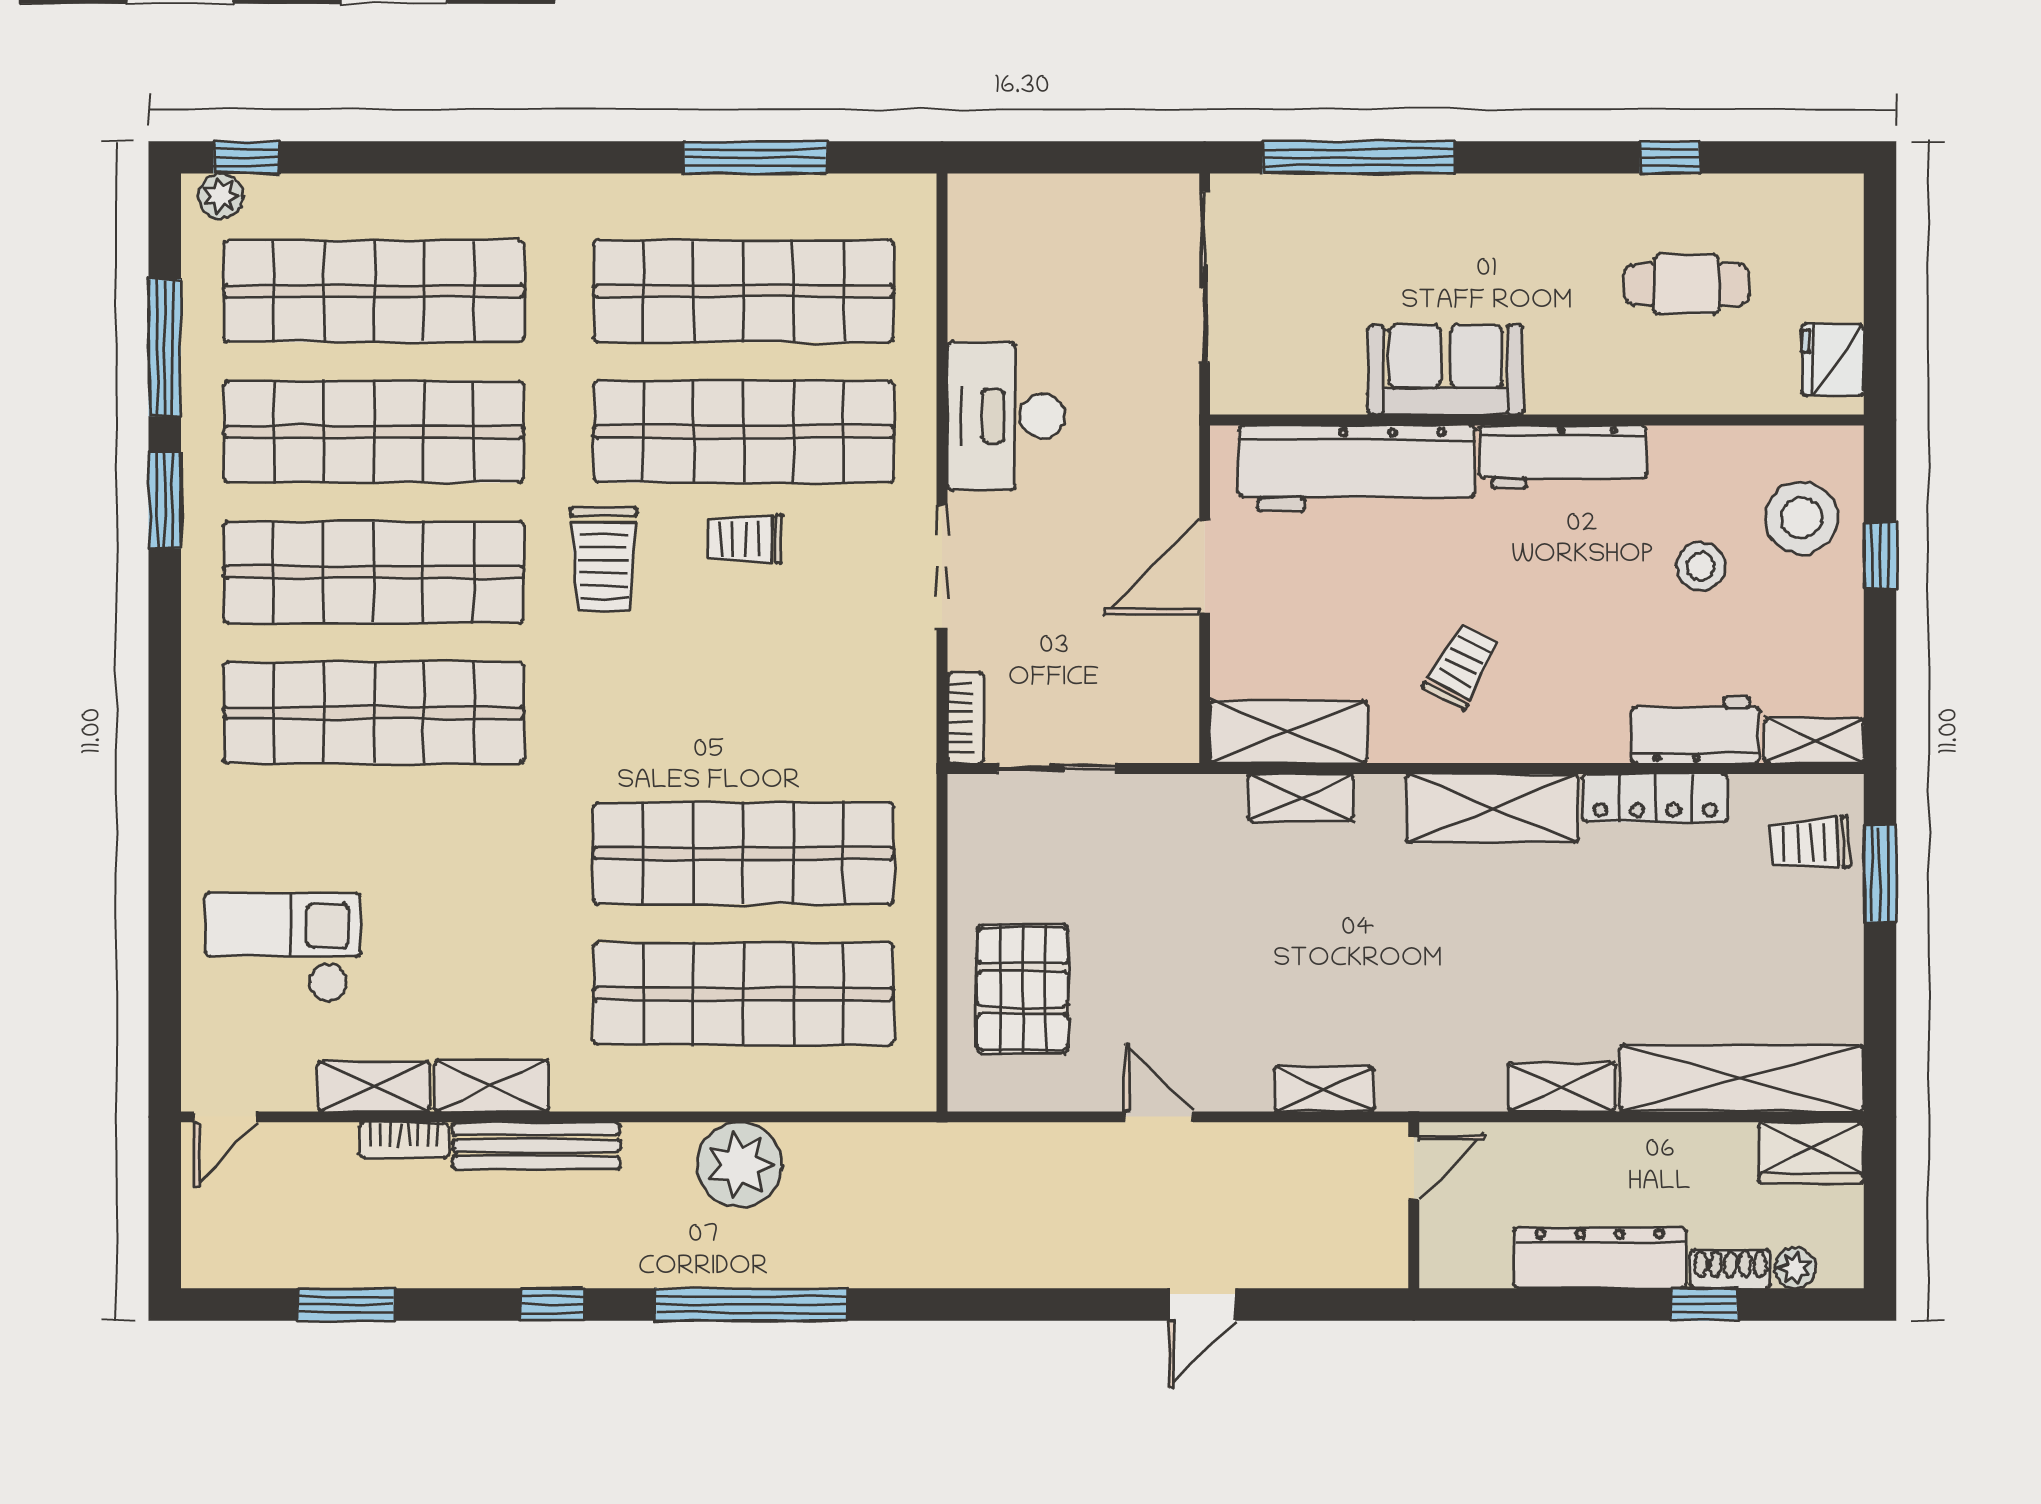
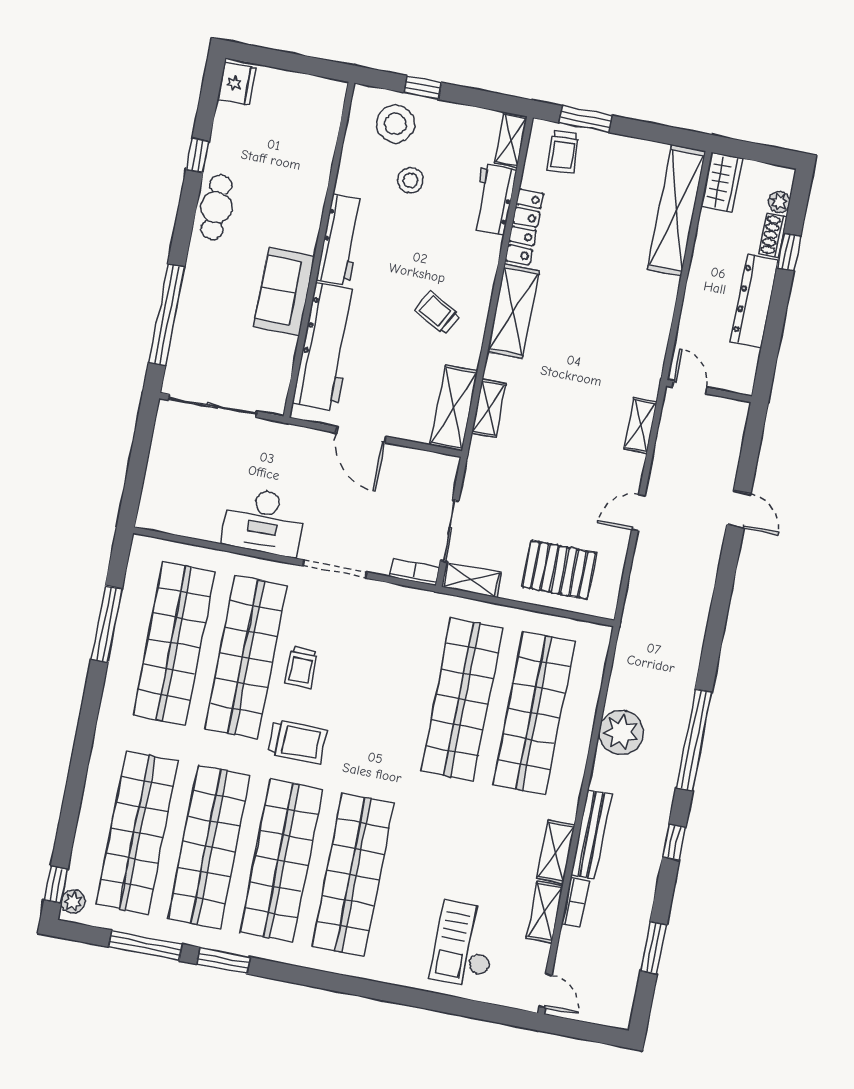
cafe table: (1686, 284) -> (216, 207), moved
fridge: (1833, 360) -> (237, 84), moved, turned -90
shelving: (1562, 1087) -> (472, 580), moved, turned 90

